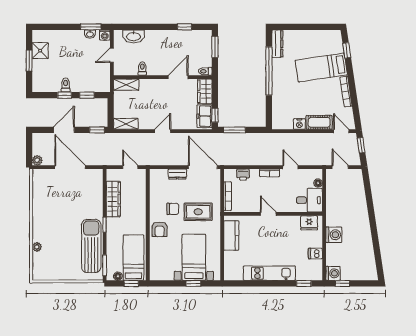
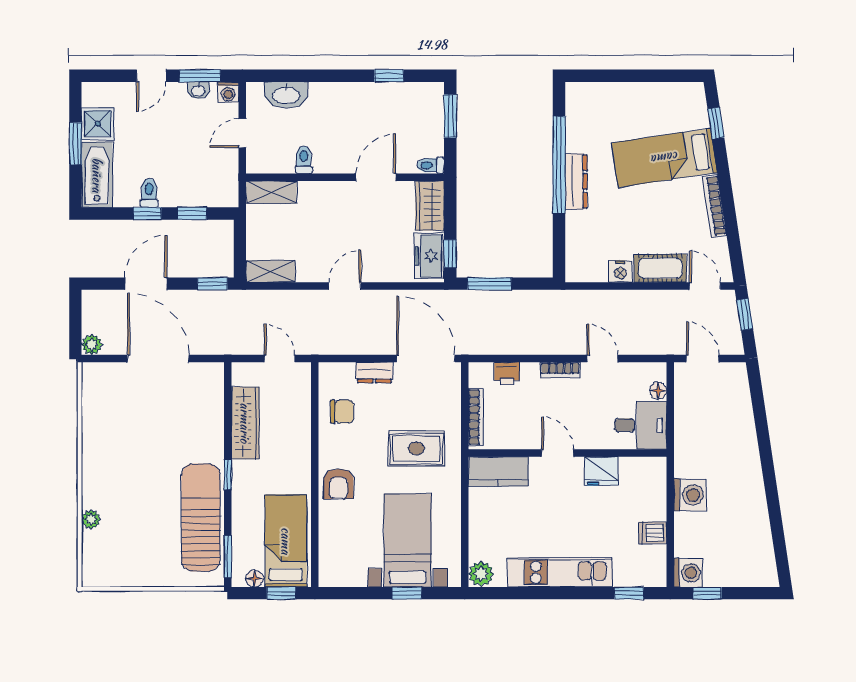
door: (67, 27) -> (151, 76), added
dresser: (277, 44) -> (576, 181), moved
bathtub: (40, 76) -> (97, 175), added
chair: (173, 209) -> (342, 411), moved
fridge: (309, 223) -> (601, 471), moved
kitchen counter: (231, 235) -> (498, 472), moved, turned 90
plant: (230, 274) -> (481, 574), added

